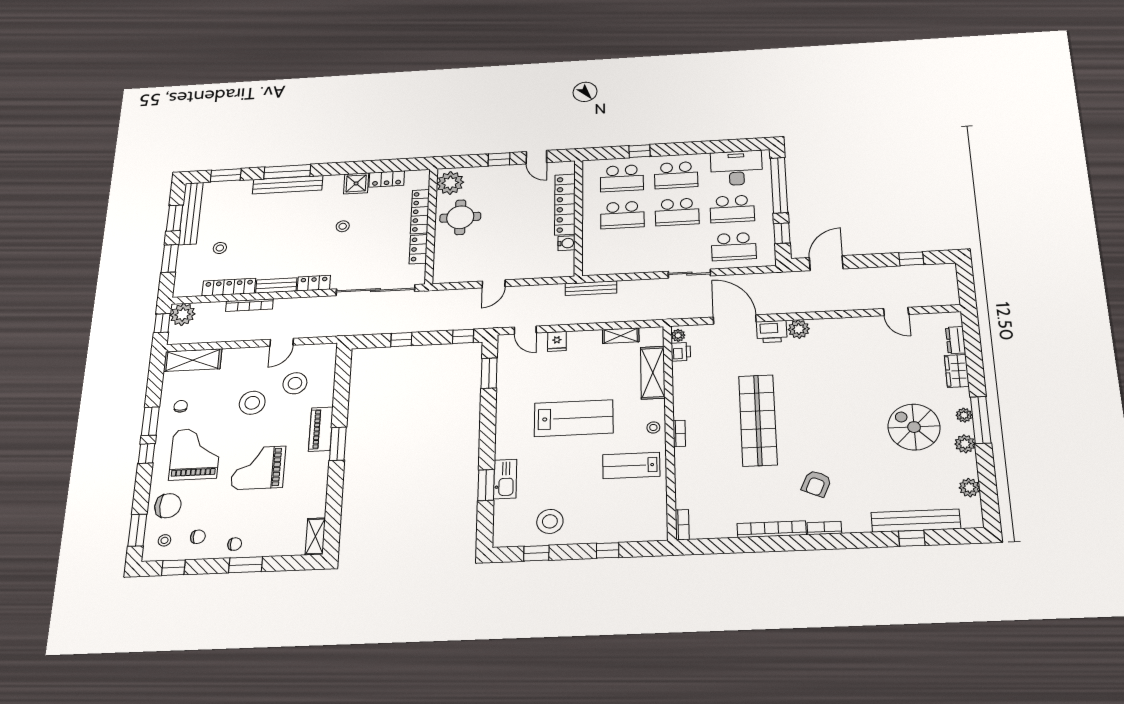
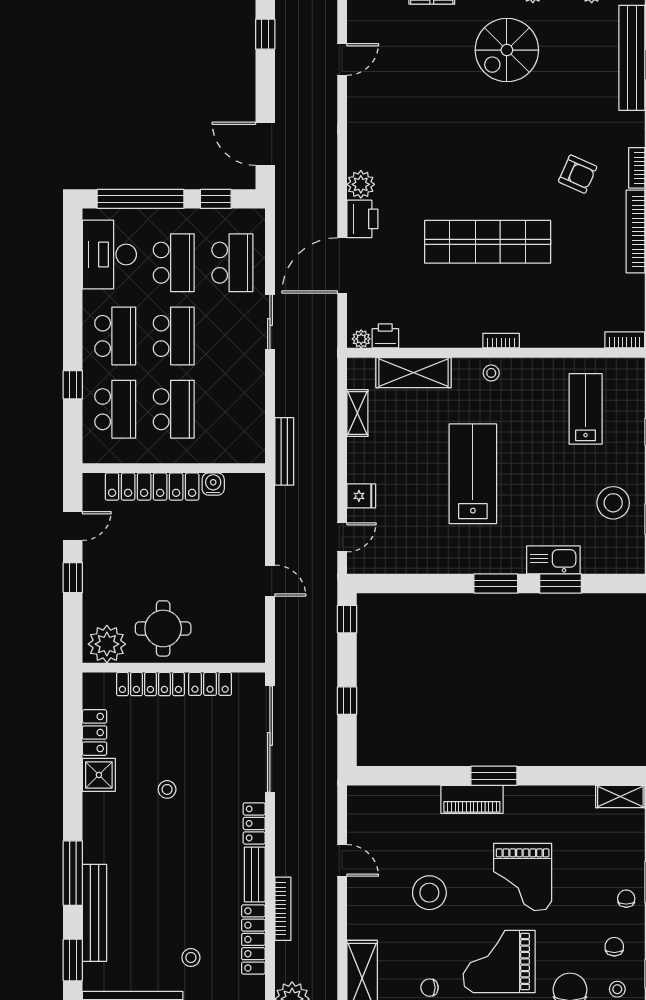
bench: (288, 185) -> (95, 913), moved
window: (489, 373) -> (496, 584), moved
stool: (295, 383) -> (404, 838), removed
lab bench: (631, 465) -> (586, 409), moved, turned 180

